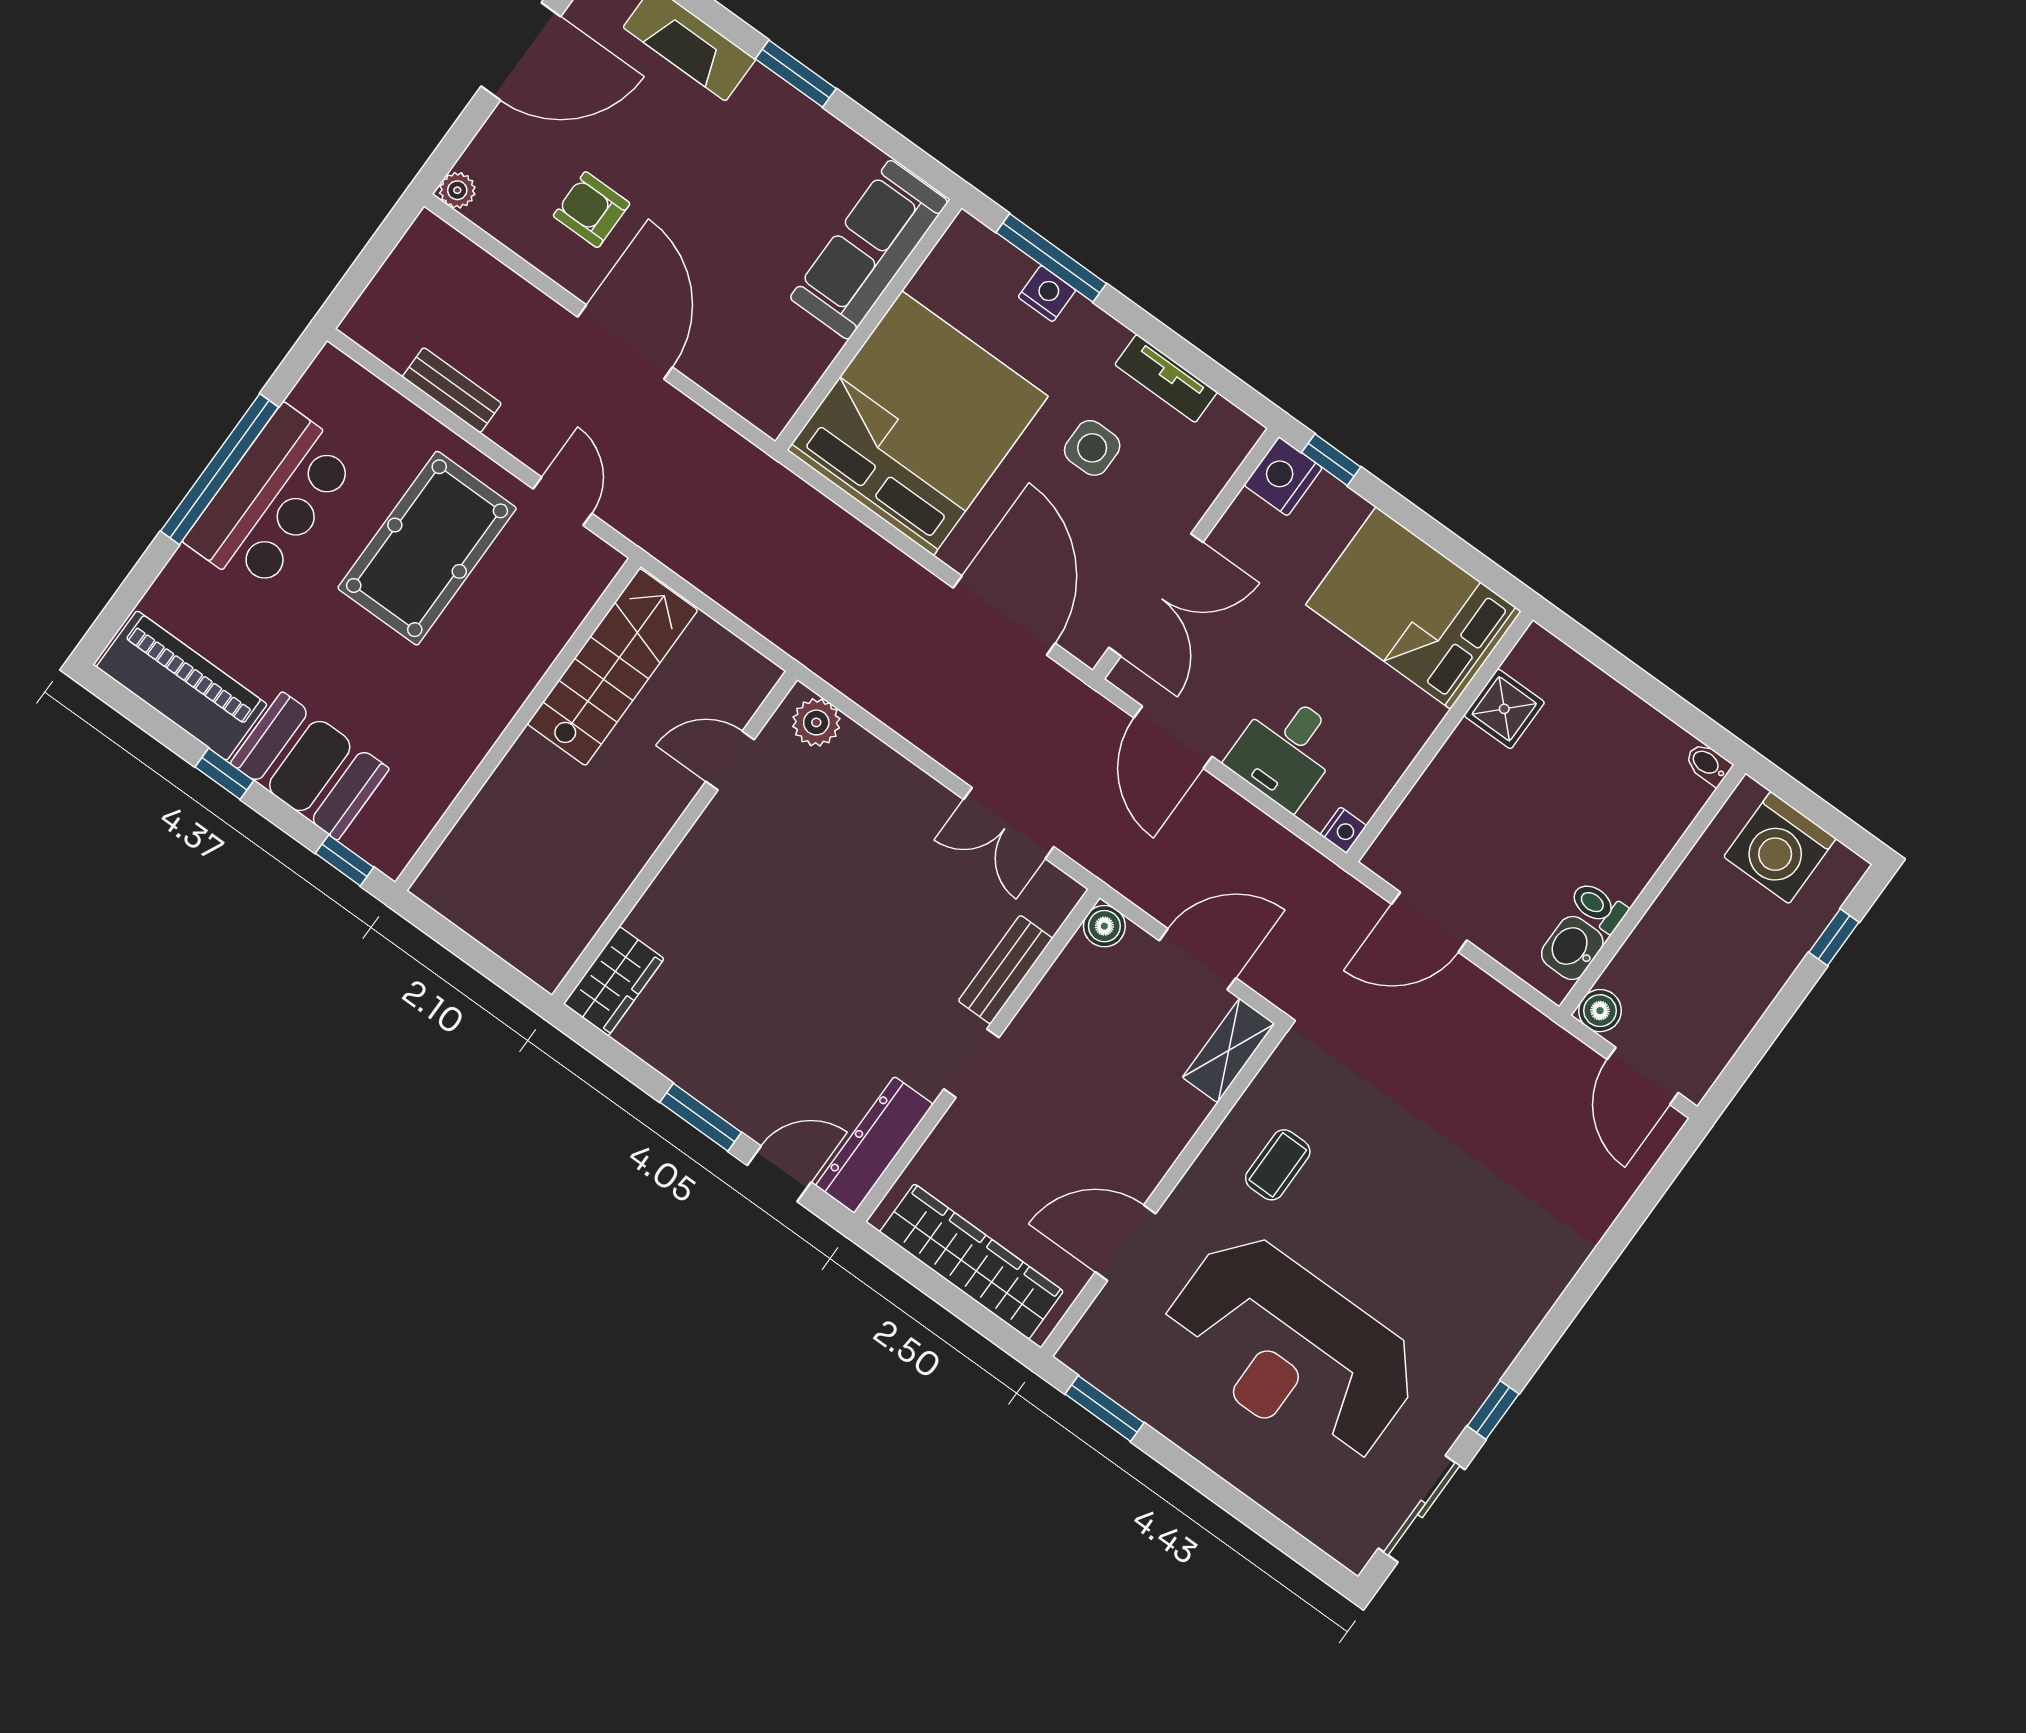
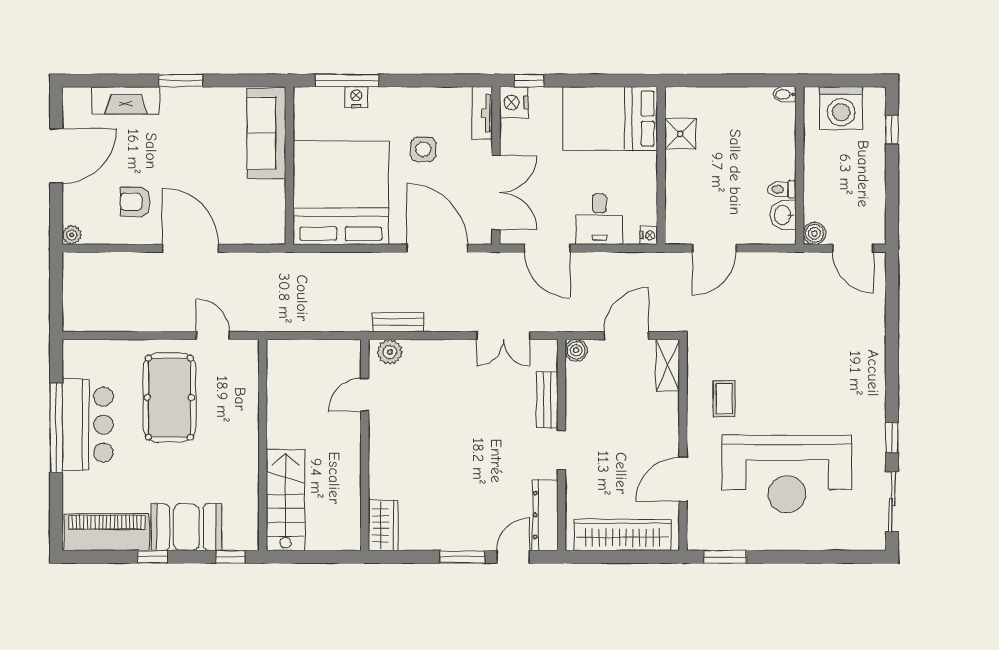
tv unit: (1166, 378) -> (482, 113), moved, turned 90
bench: (452, 390) -> (398, 322), moved
stairs: (612, 667) -> (285, 500), moved

